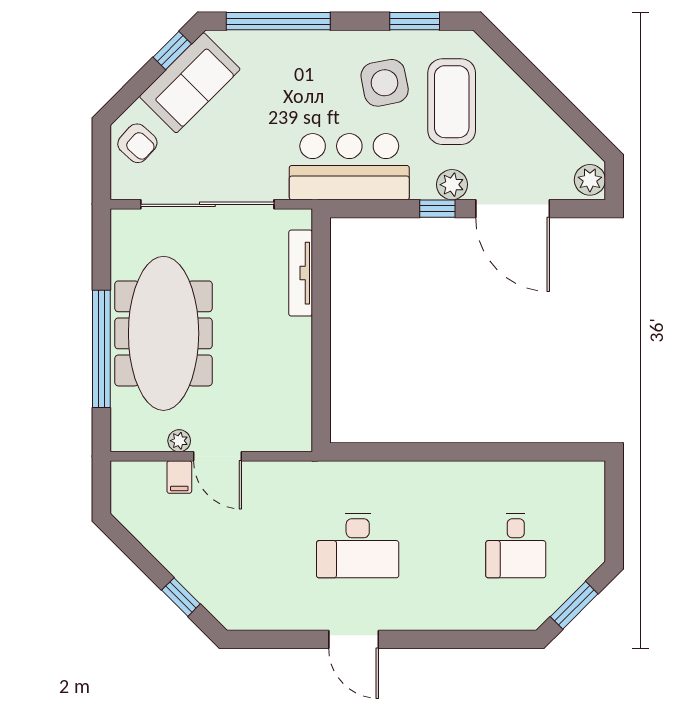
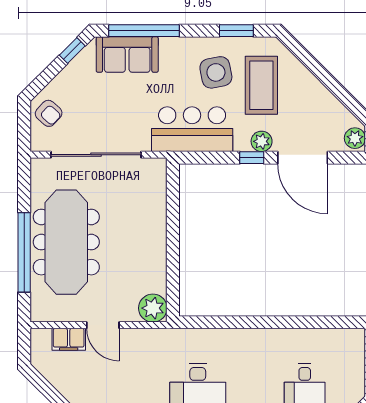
sofa: (190, 83) -> (127, 54), moved, turned 45
tv unit: (301, 273) -> (159, 201), removed
plant: (179, 441) -> (153, 308), moved, width x1.88, depth x1.88
filing cabinet: (179, 477) -> (69, 339), width x2.00

